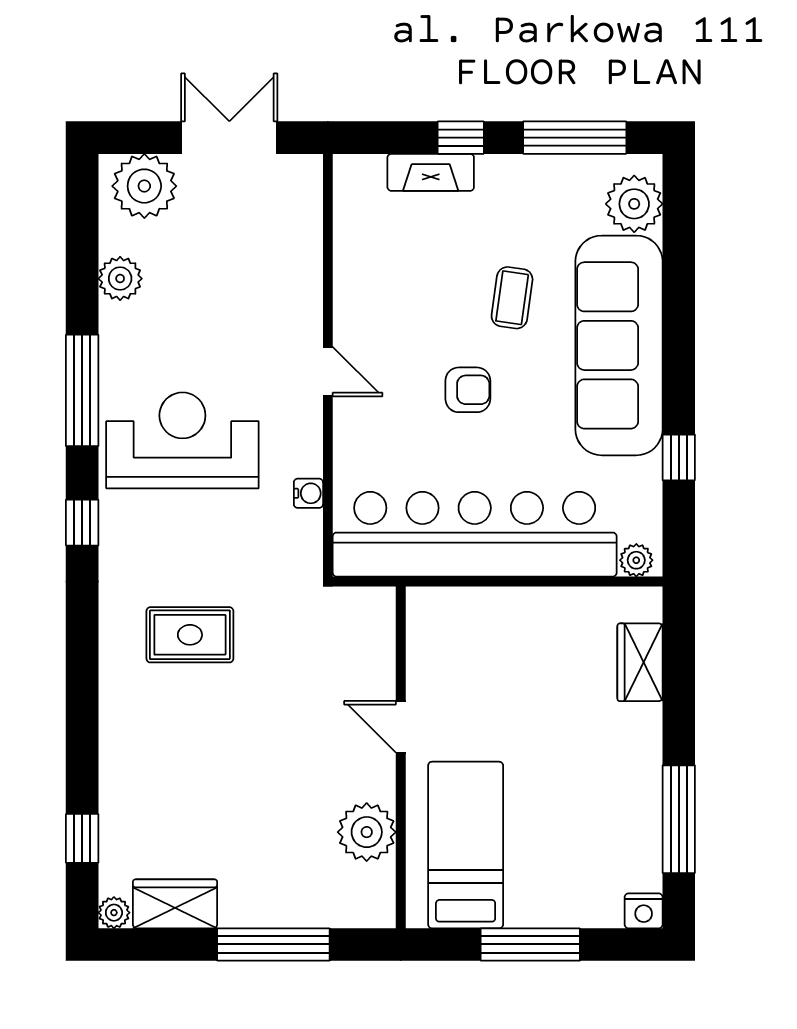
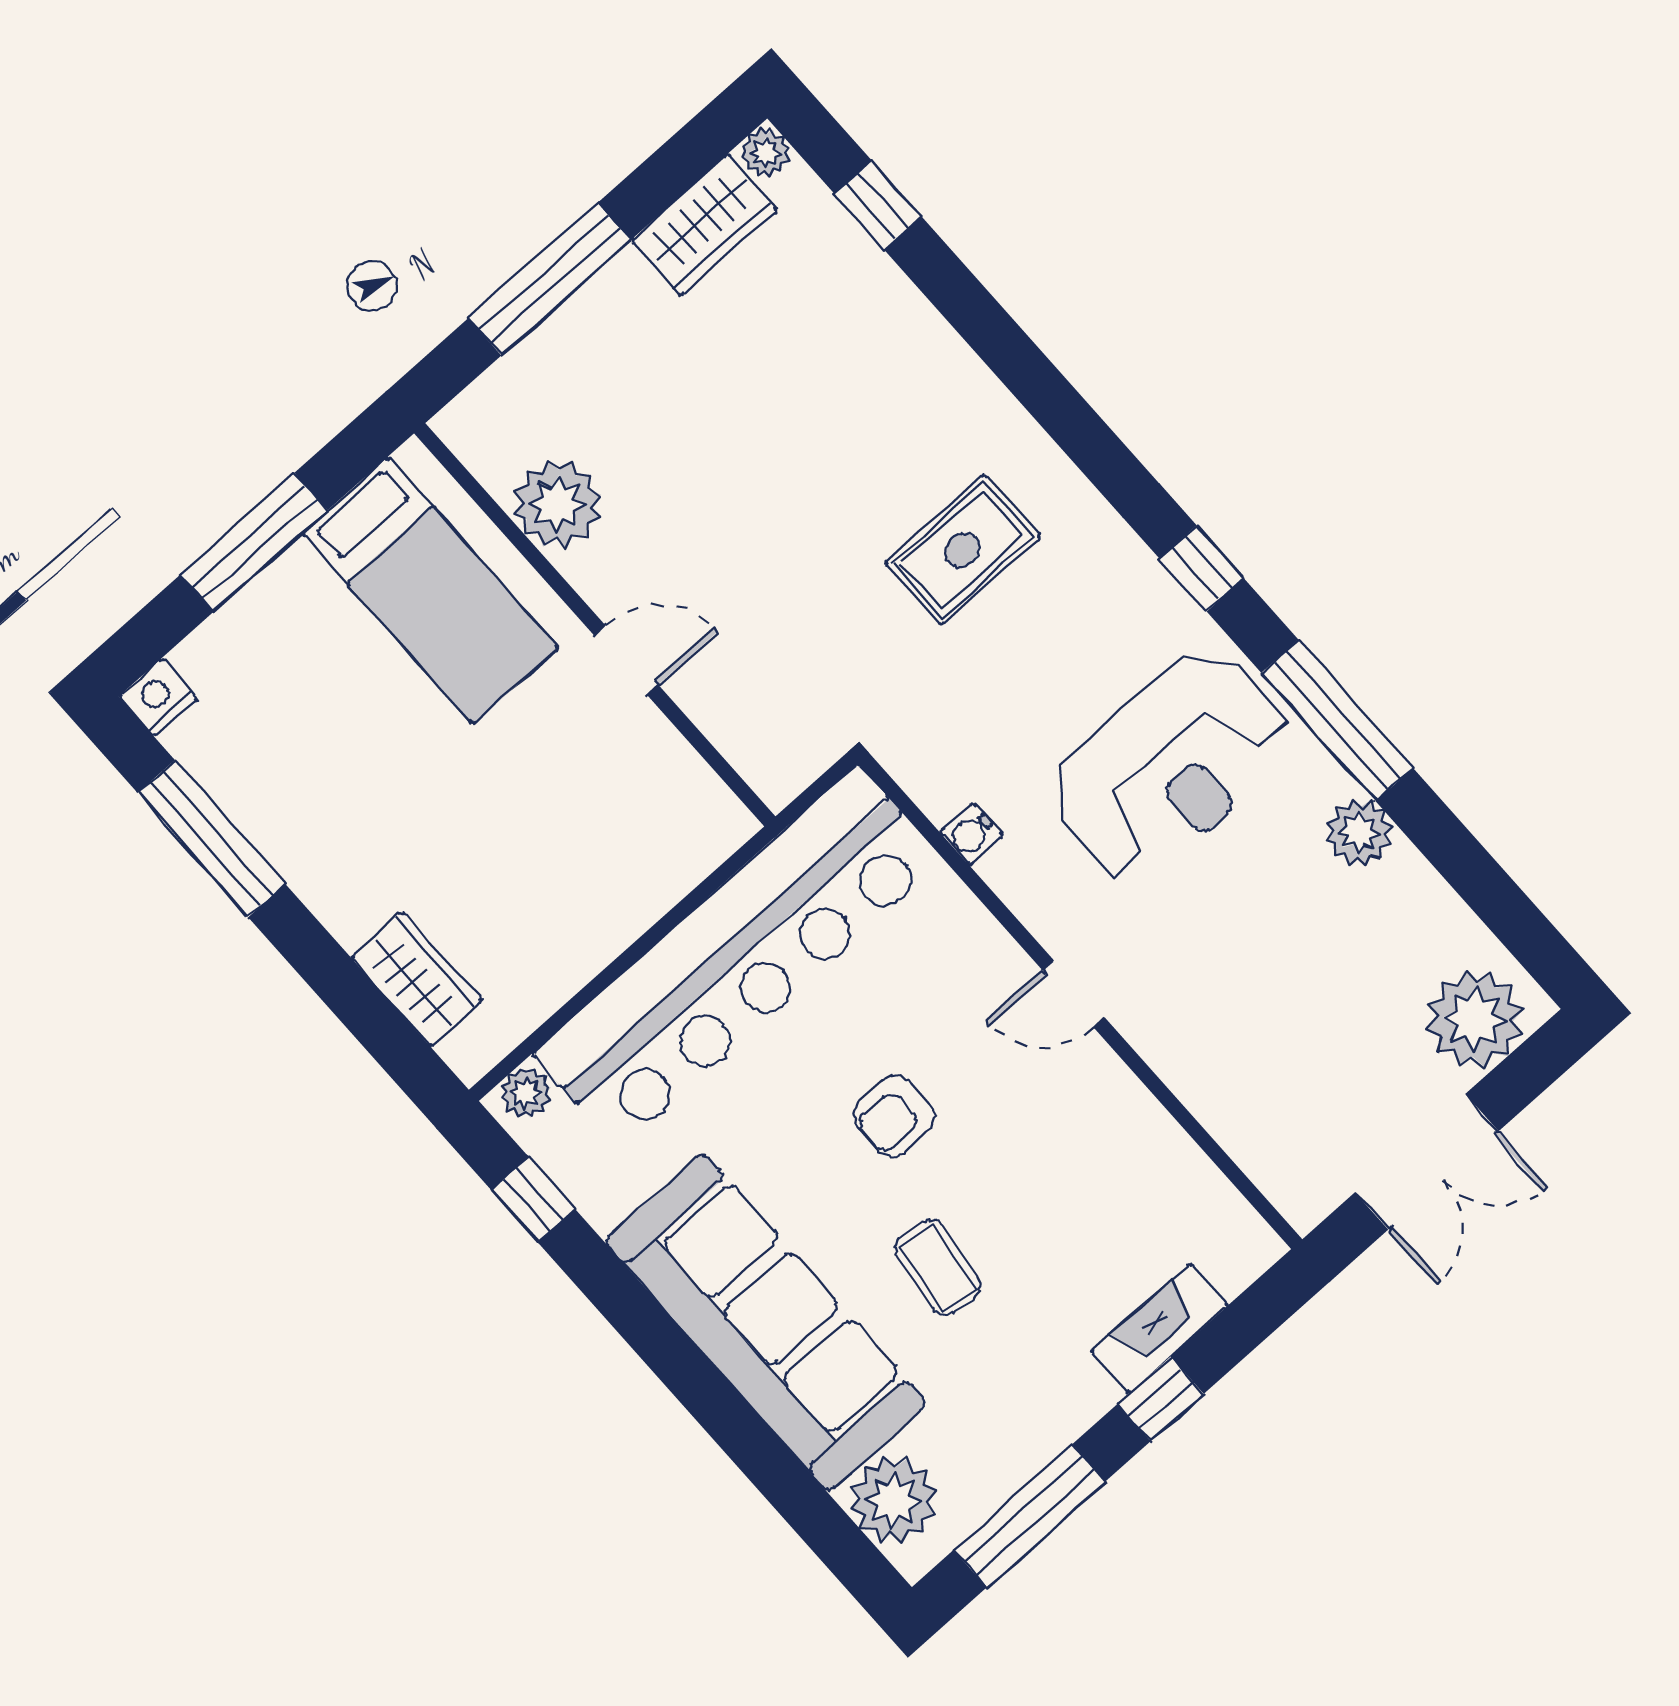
plant: (120, 279) -> (1359, 833), moved
window: (679, 457) -> (533, 1199), moved

